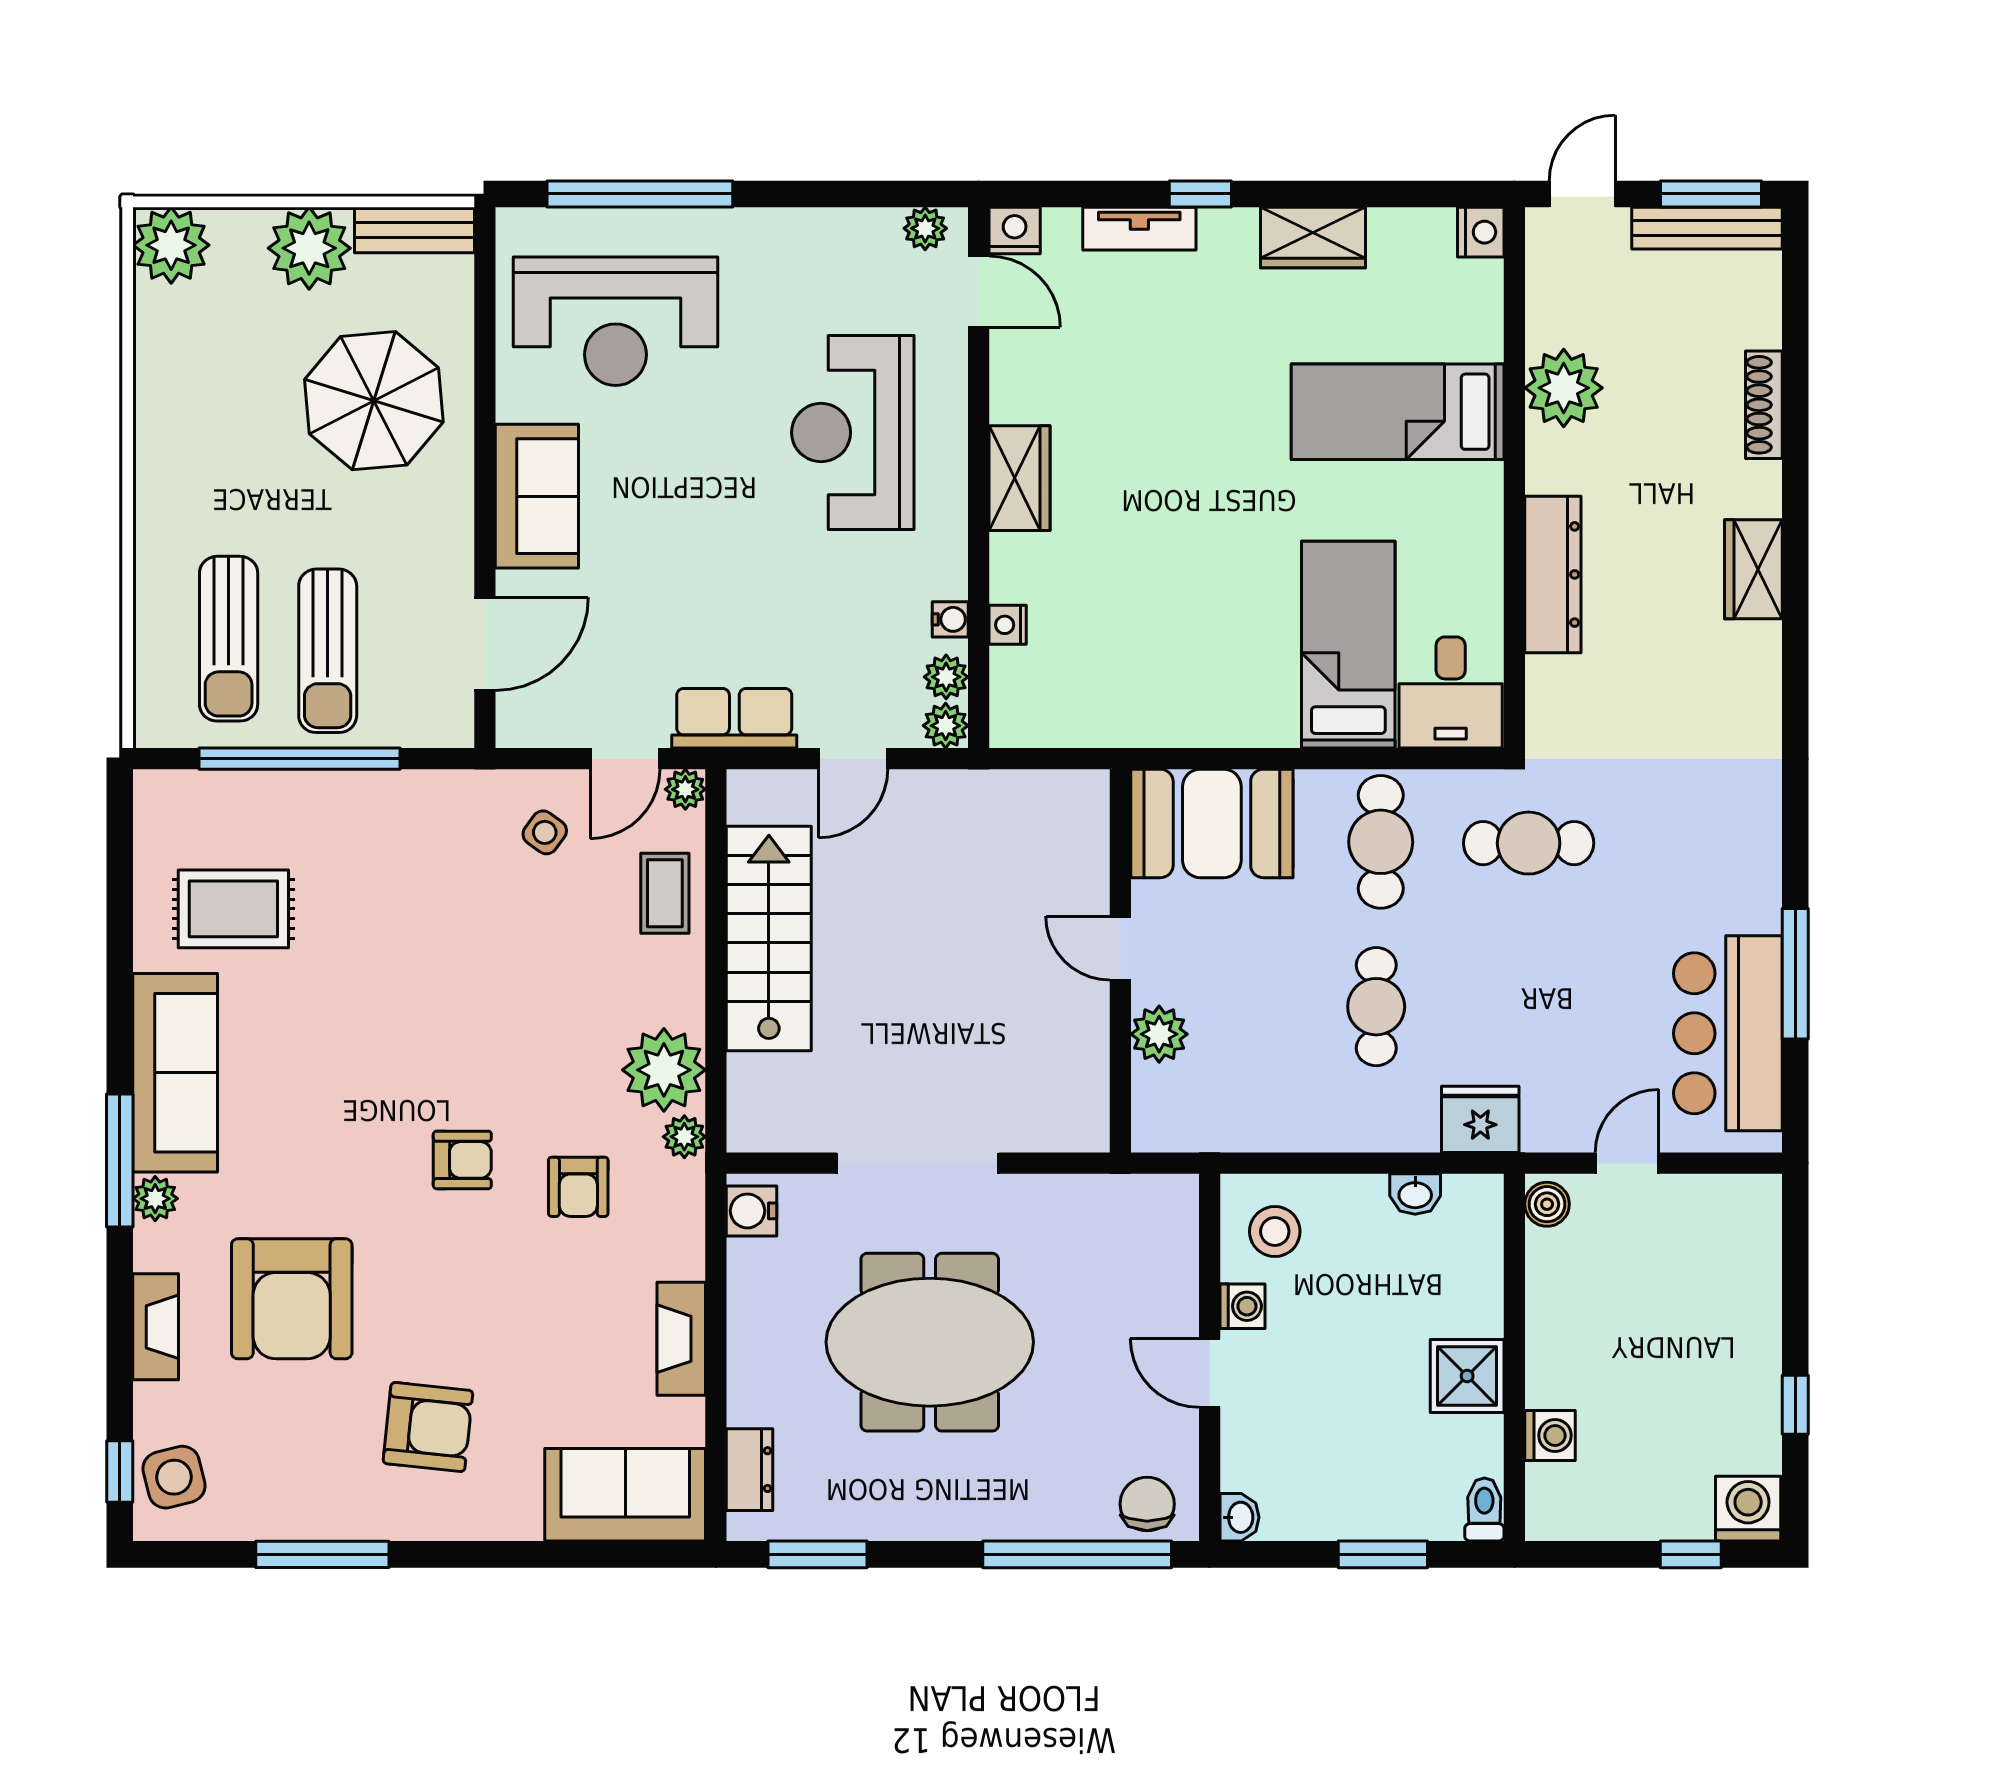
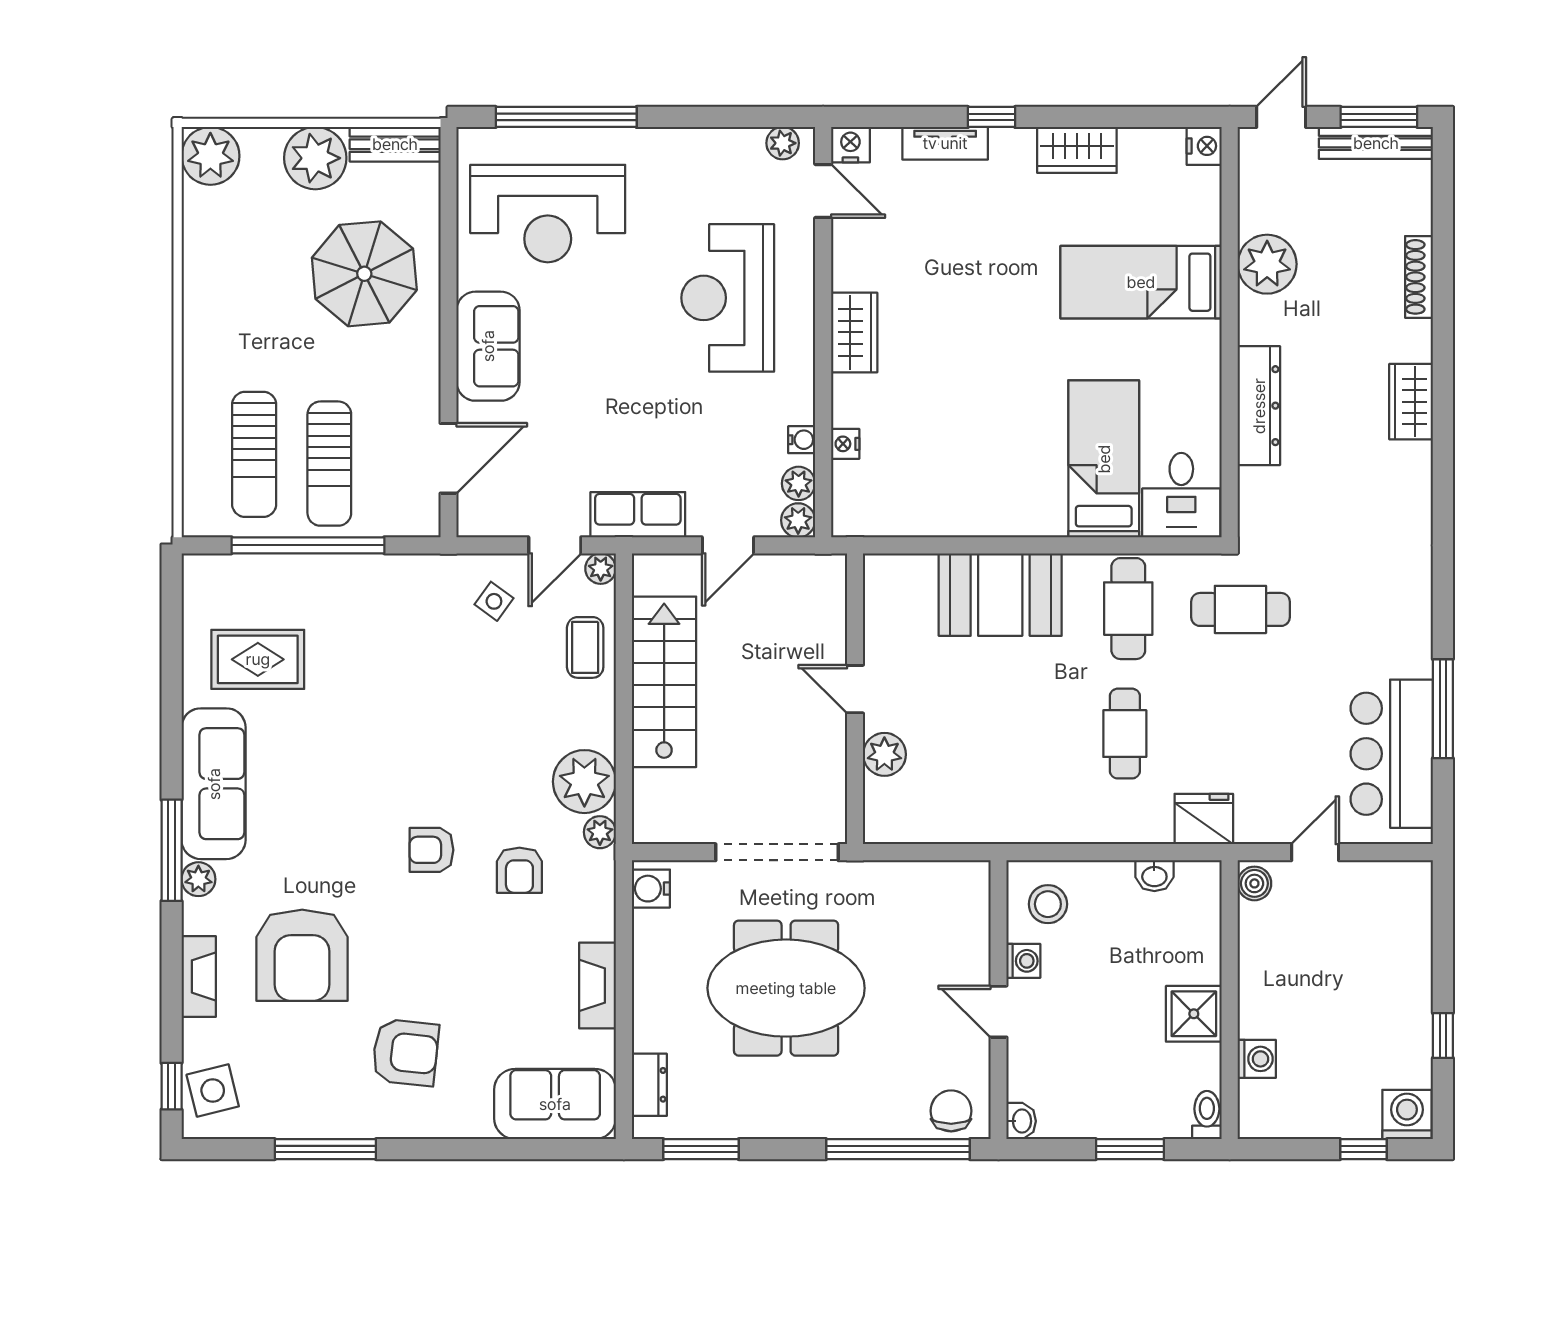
door: (1120, 948) -> (855, 689), moved
wall: (1120, 961) -> (855, 699), moved
plant: (1159, 1034) -> (884, 754), moved
armchair: (462, 1160) -> (431, 850), turned 180

